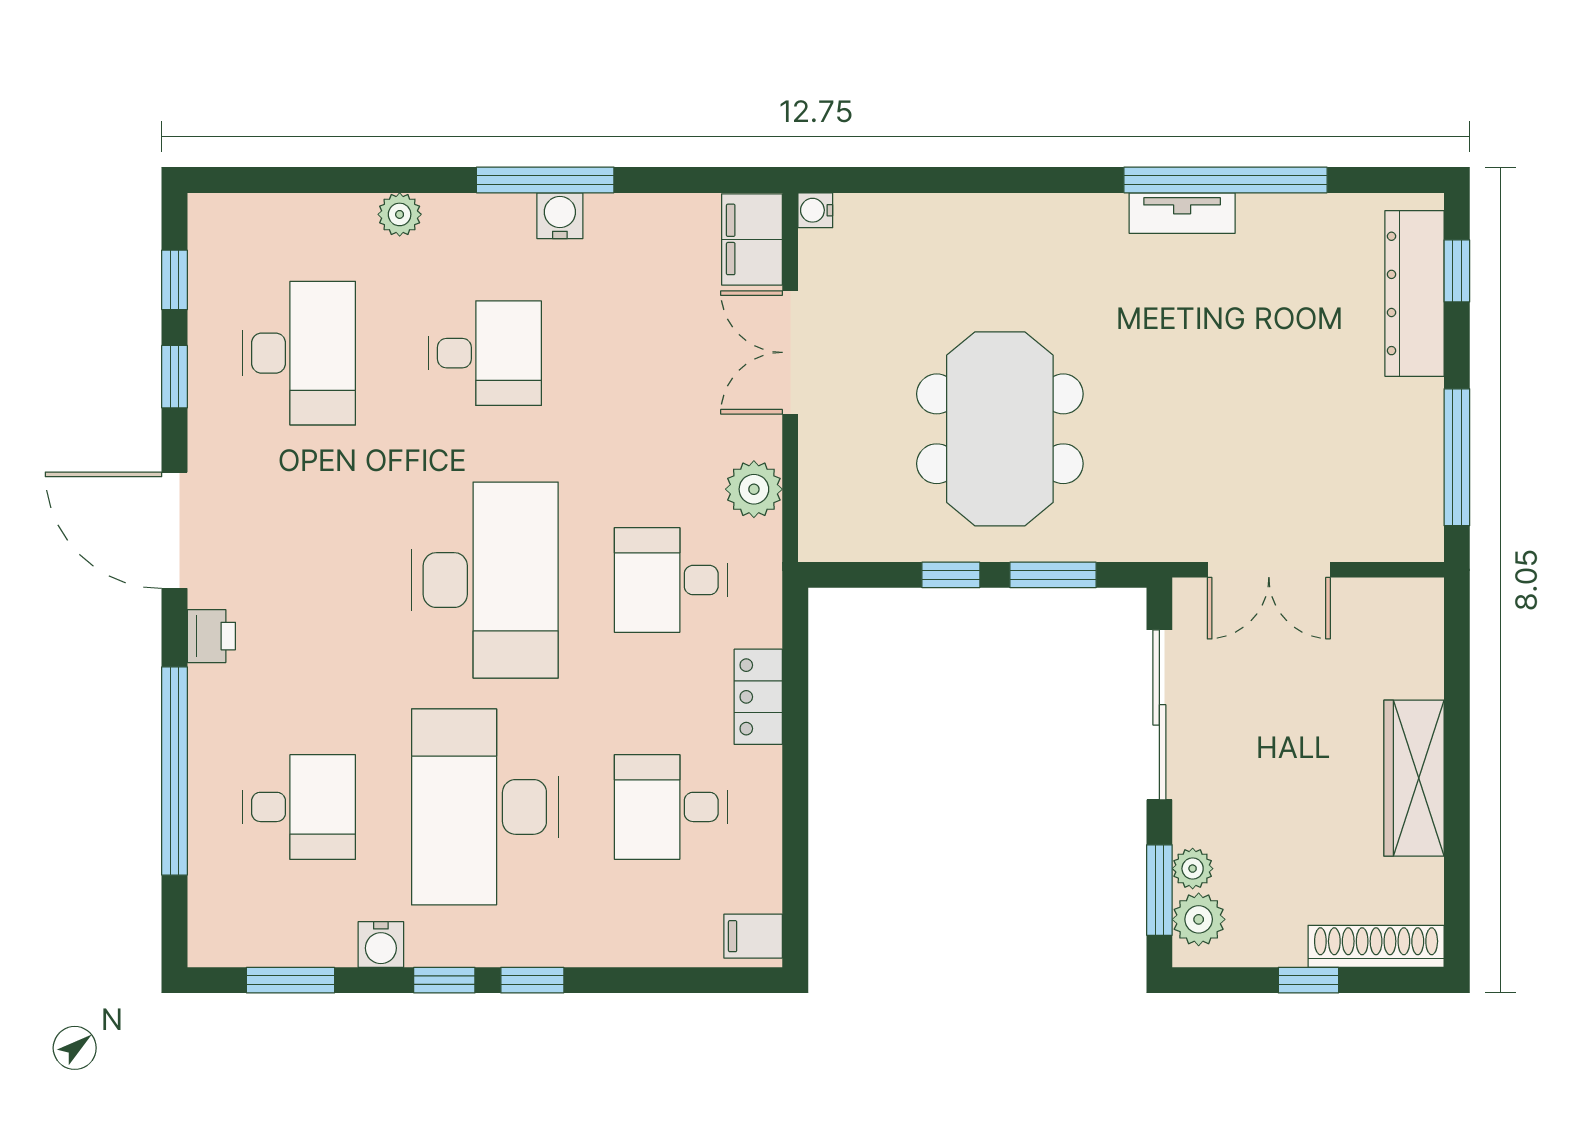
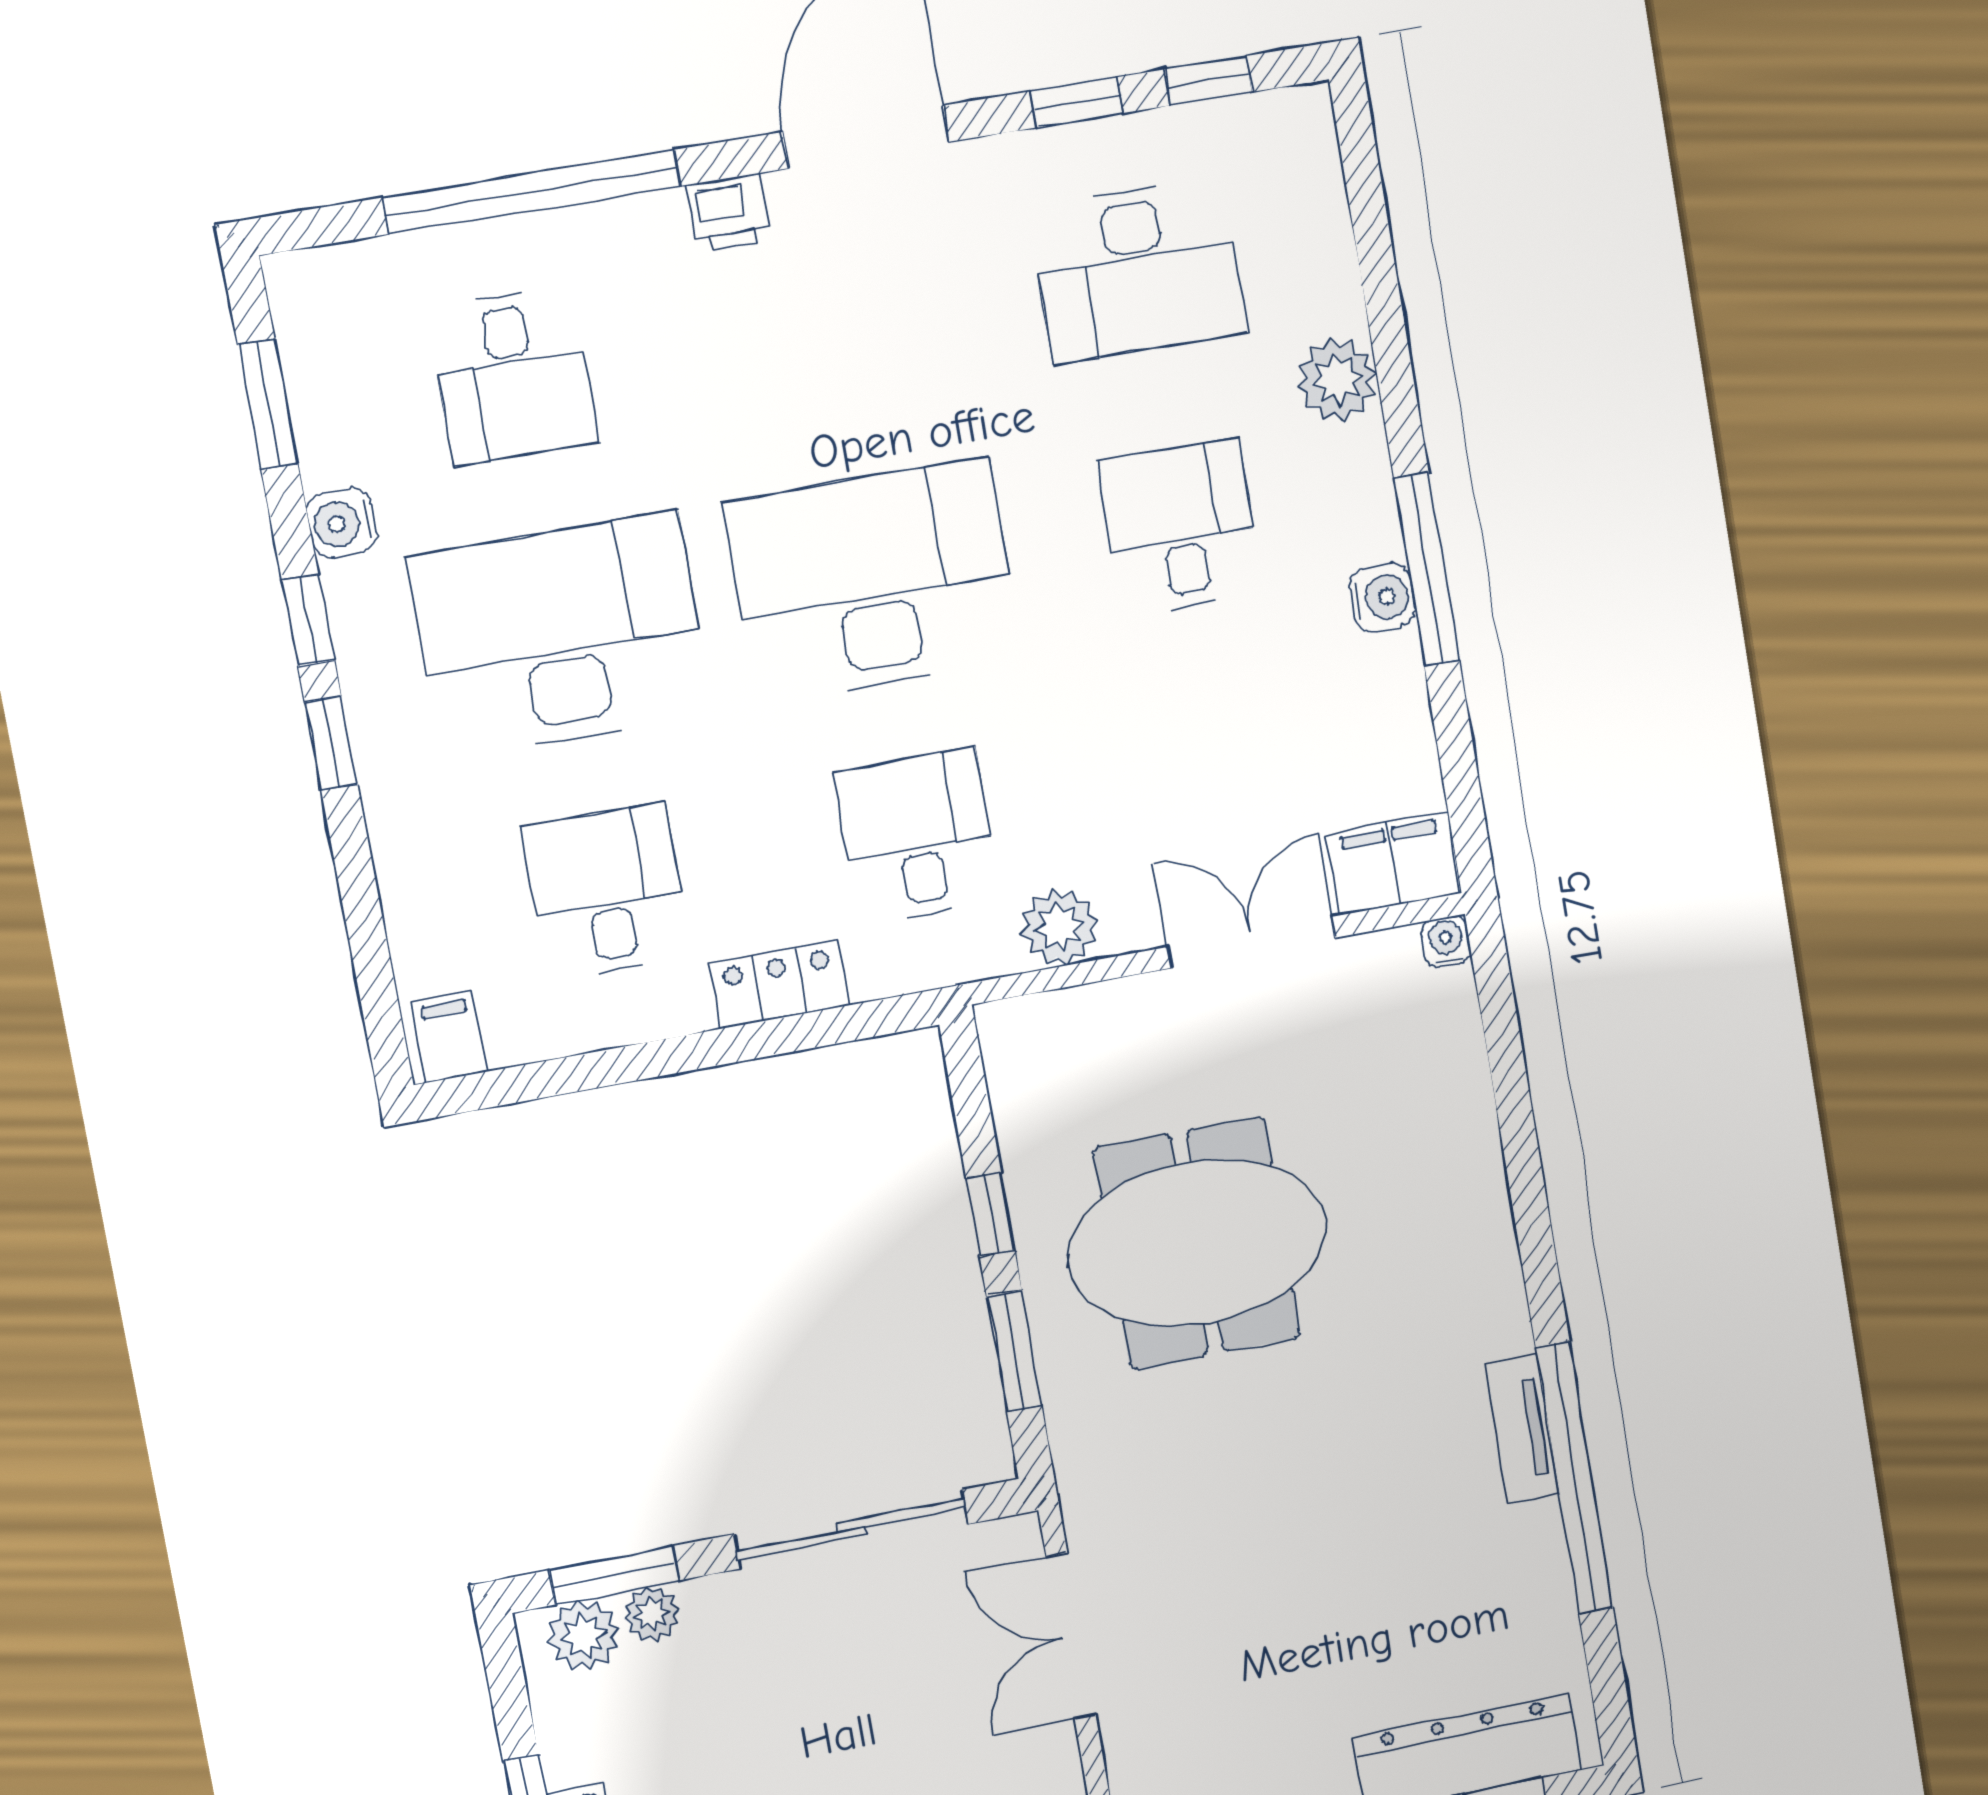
plant: (400, 214) -> (1337, 380), width x1.38, depth x1.38
desk: (485, 353) -> (1181, 527), turned 180
desk: (485, 580) -> (873, 581), turned 180

